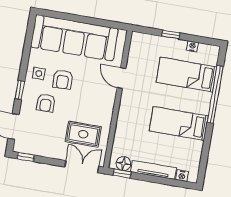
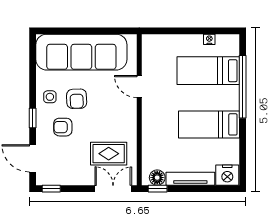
window: (171, 35) -> (184, 31), removed
armchair: (46, 103) -> (63, 127), turned 90
nightstand: (182, 176) -> (227, 175), width x1.89, depth x1.79

